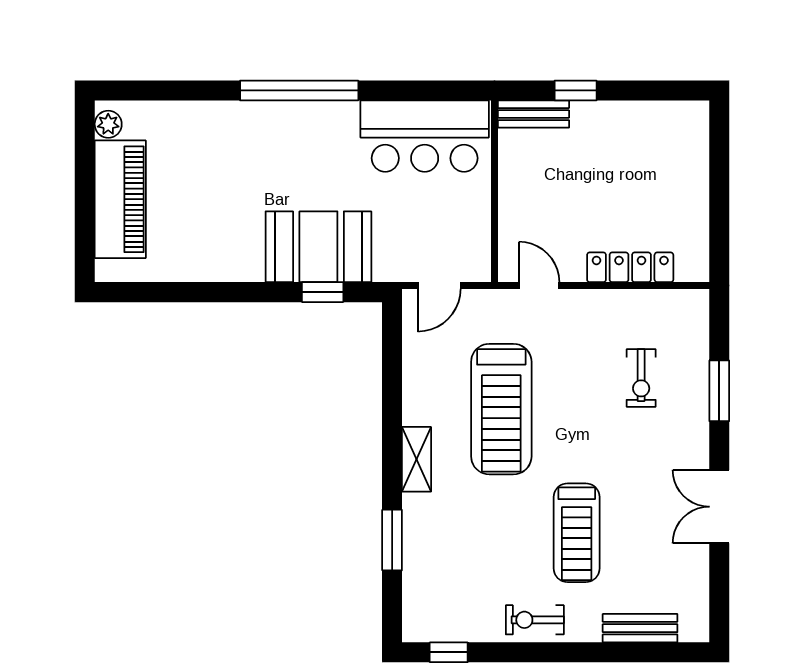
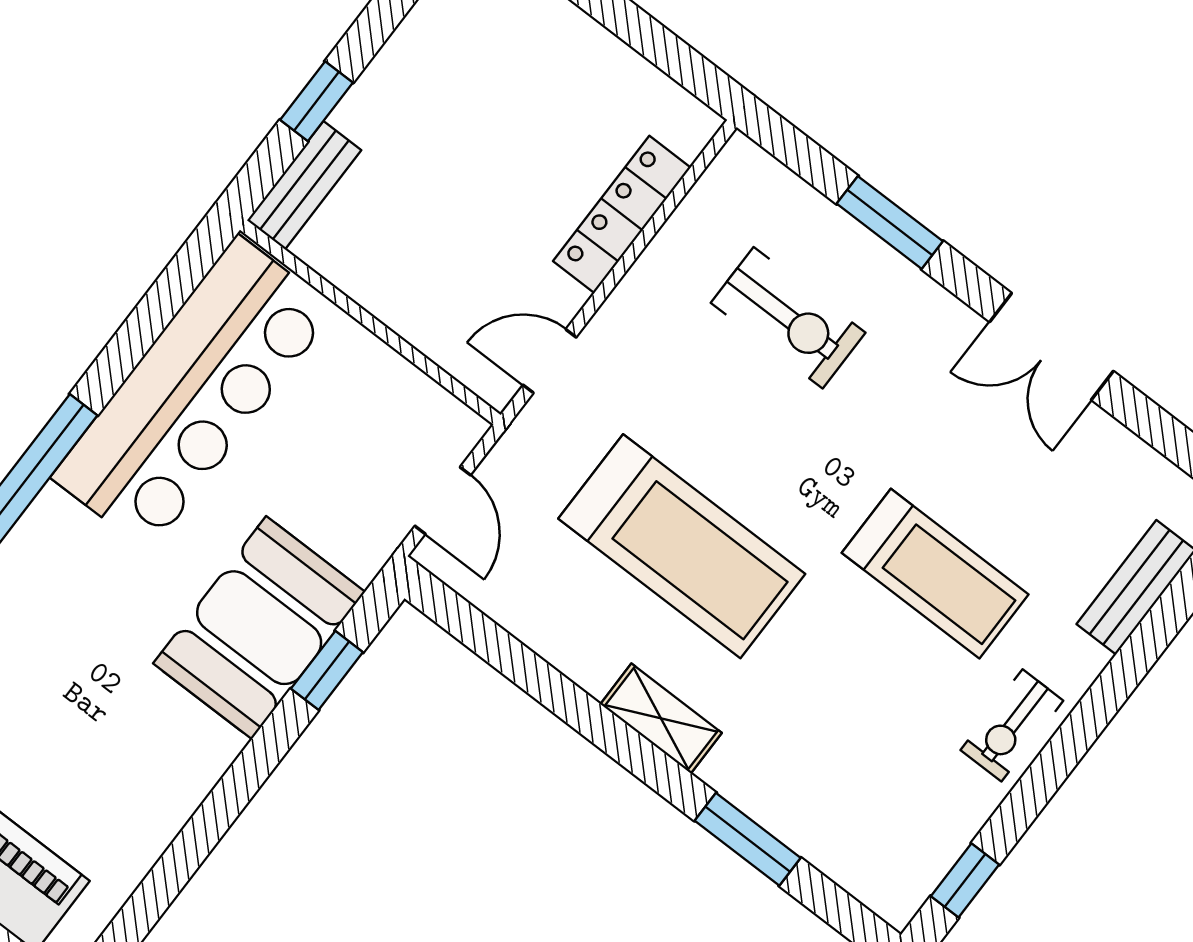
bar counter: (425, 136) -> (193, 393), width x1.36
exercise bike: (641, 378) -> (788, 318), width x1.38, depth x1.39

